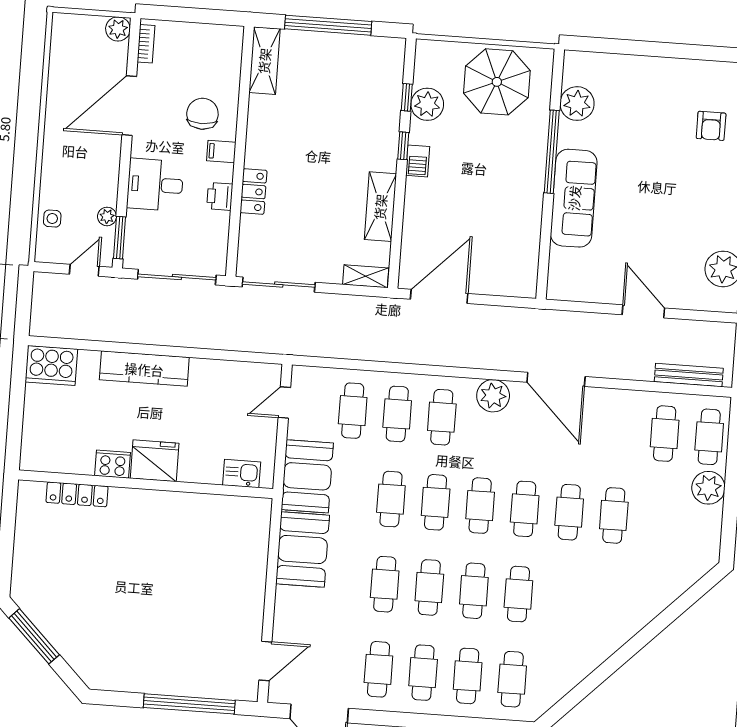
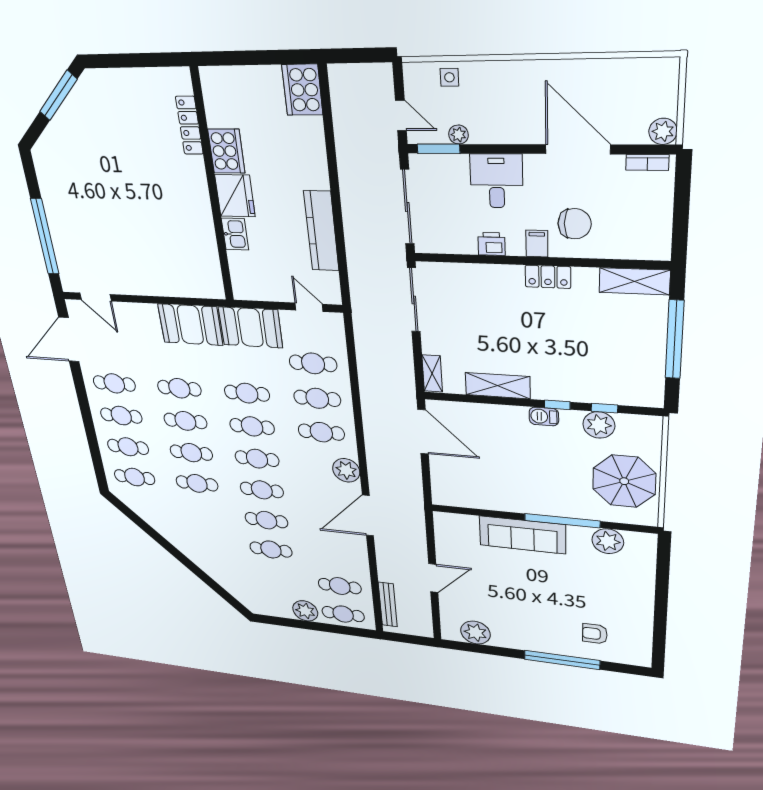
locker: (254, 192) -> (548, 277), moved
kitchen counter: (144, 369) -> (321, 231), moved
cooker: (113, 464) -> (226, 151), width x1.37, depth x1.31
kitchen sink: (242, 474) -> (235, 234), moved

